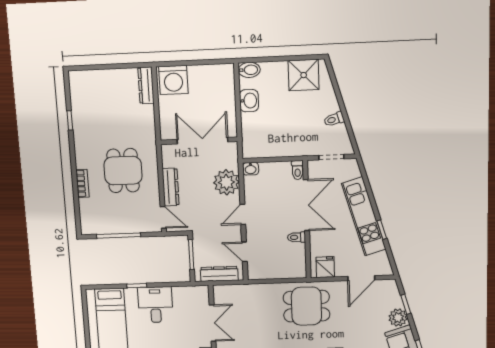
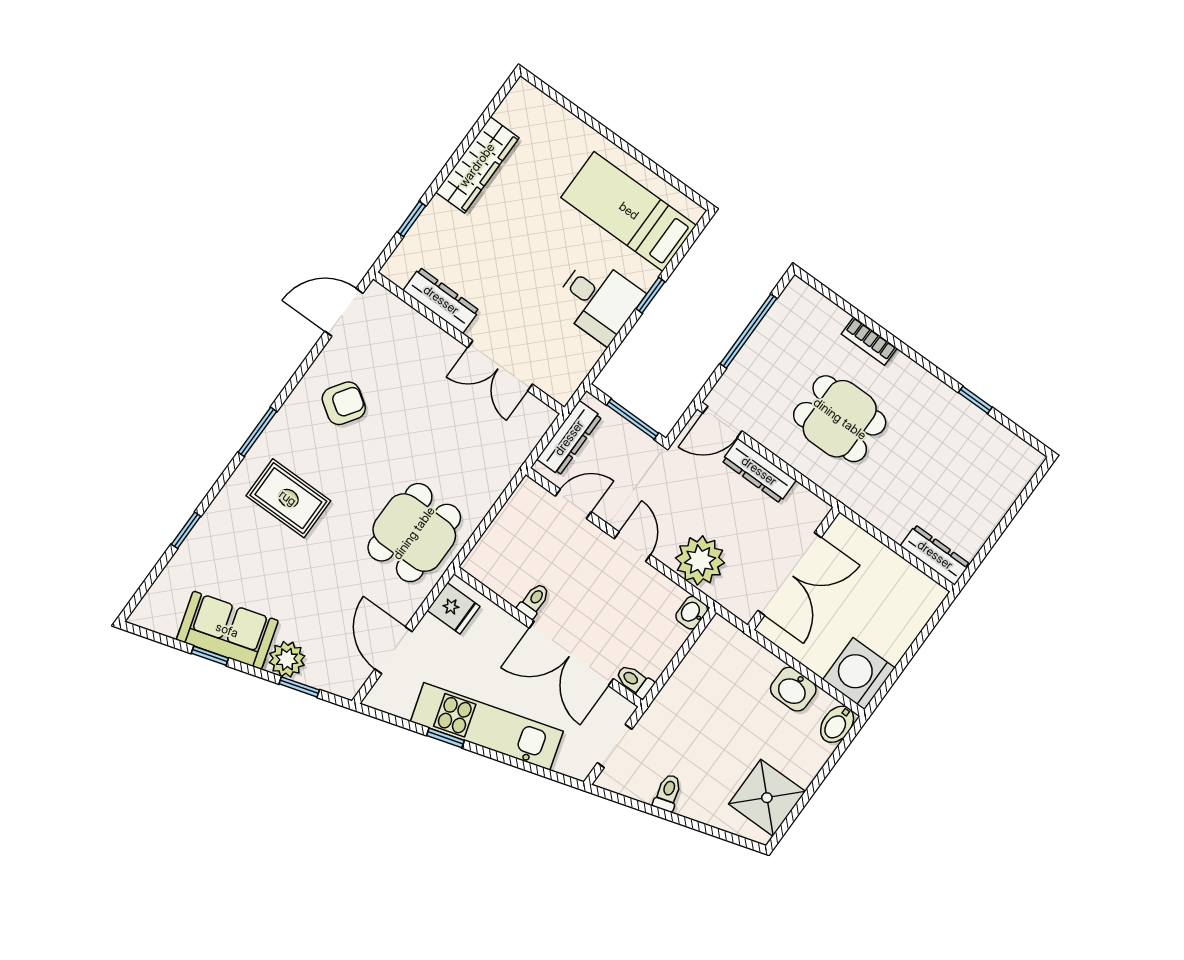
washing machine: (173, 80) -> (859, 674), moved

